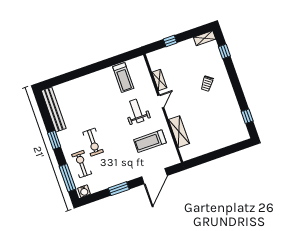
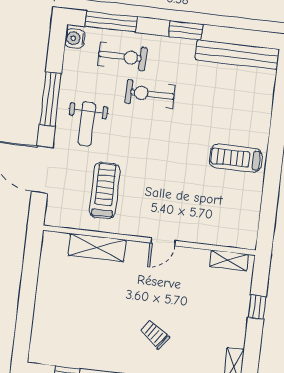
treadmill: (123, 77) -> (236, 158), moved
shelving: (159, 80) -> (229, 260), moved
door: (161, 101) -> (163, 242), hinge flipped
weight bench: (137, 111) -> (87, 124), moved, turned 90
window: (119, 189) -> (50, 99), width x1.44

